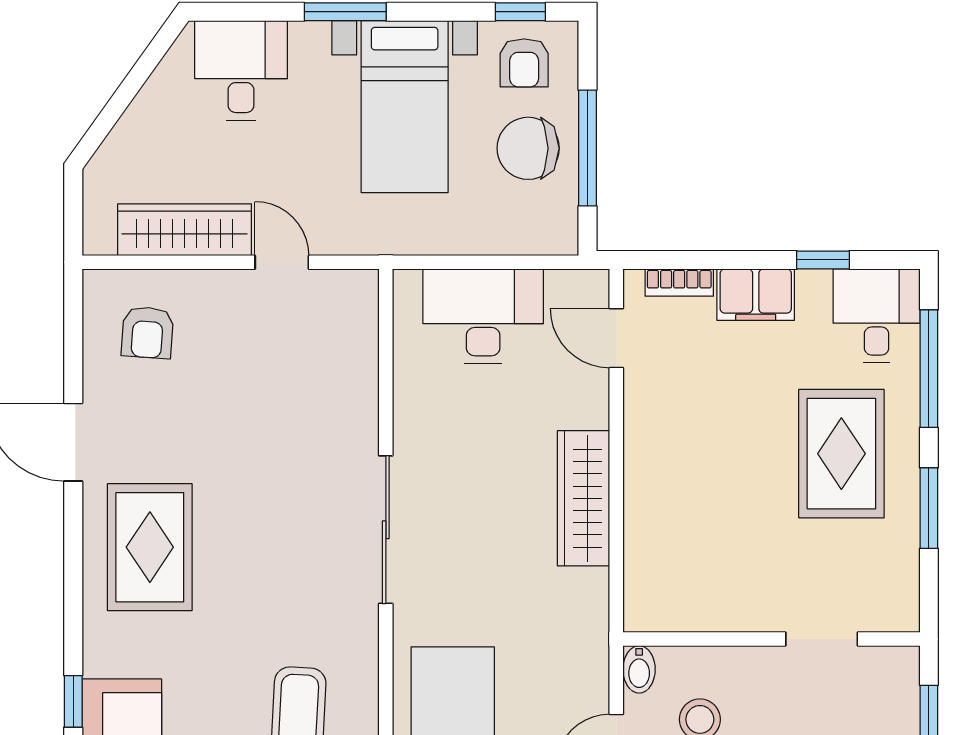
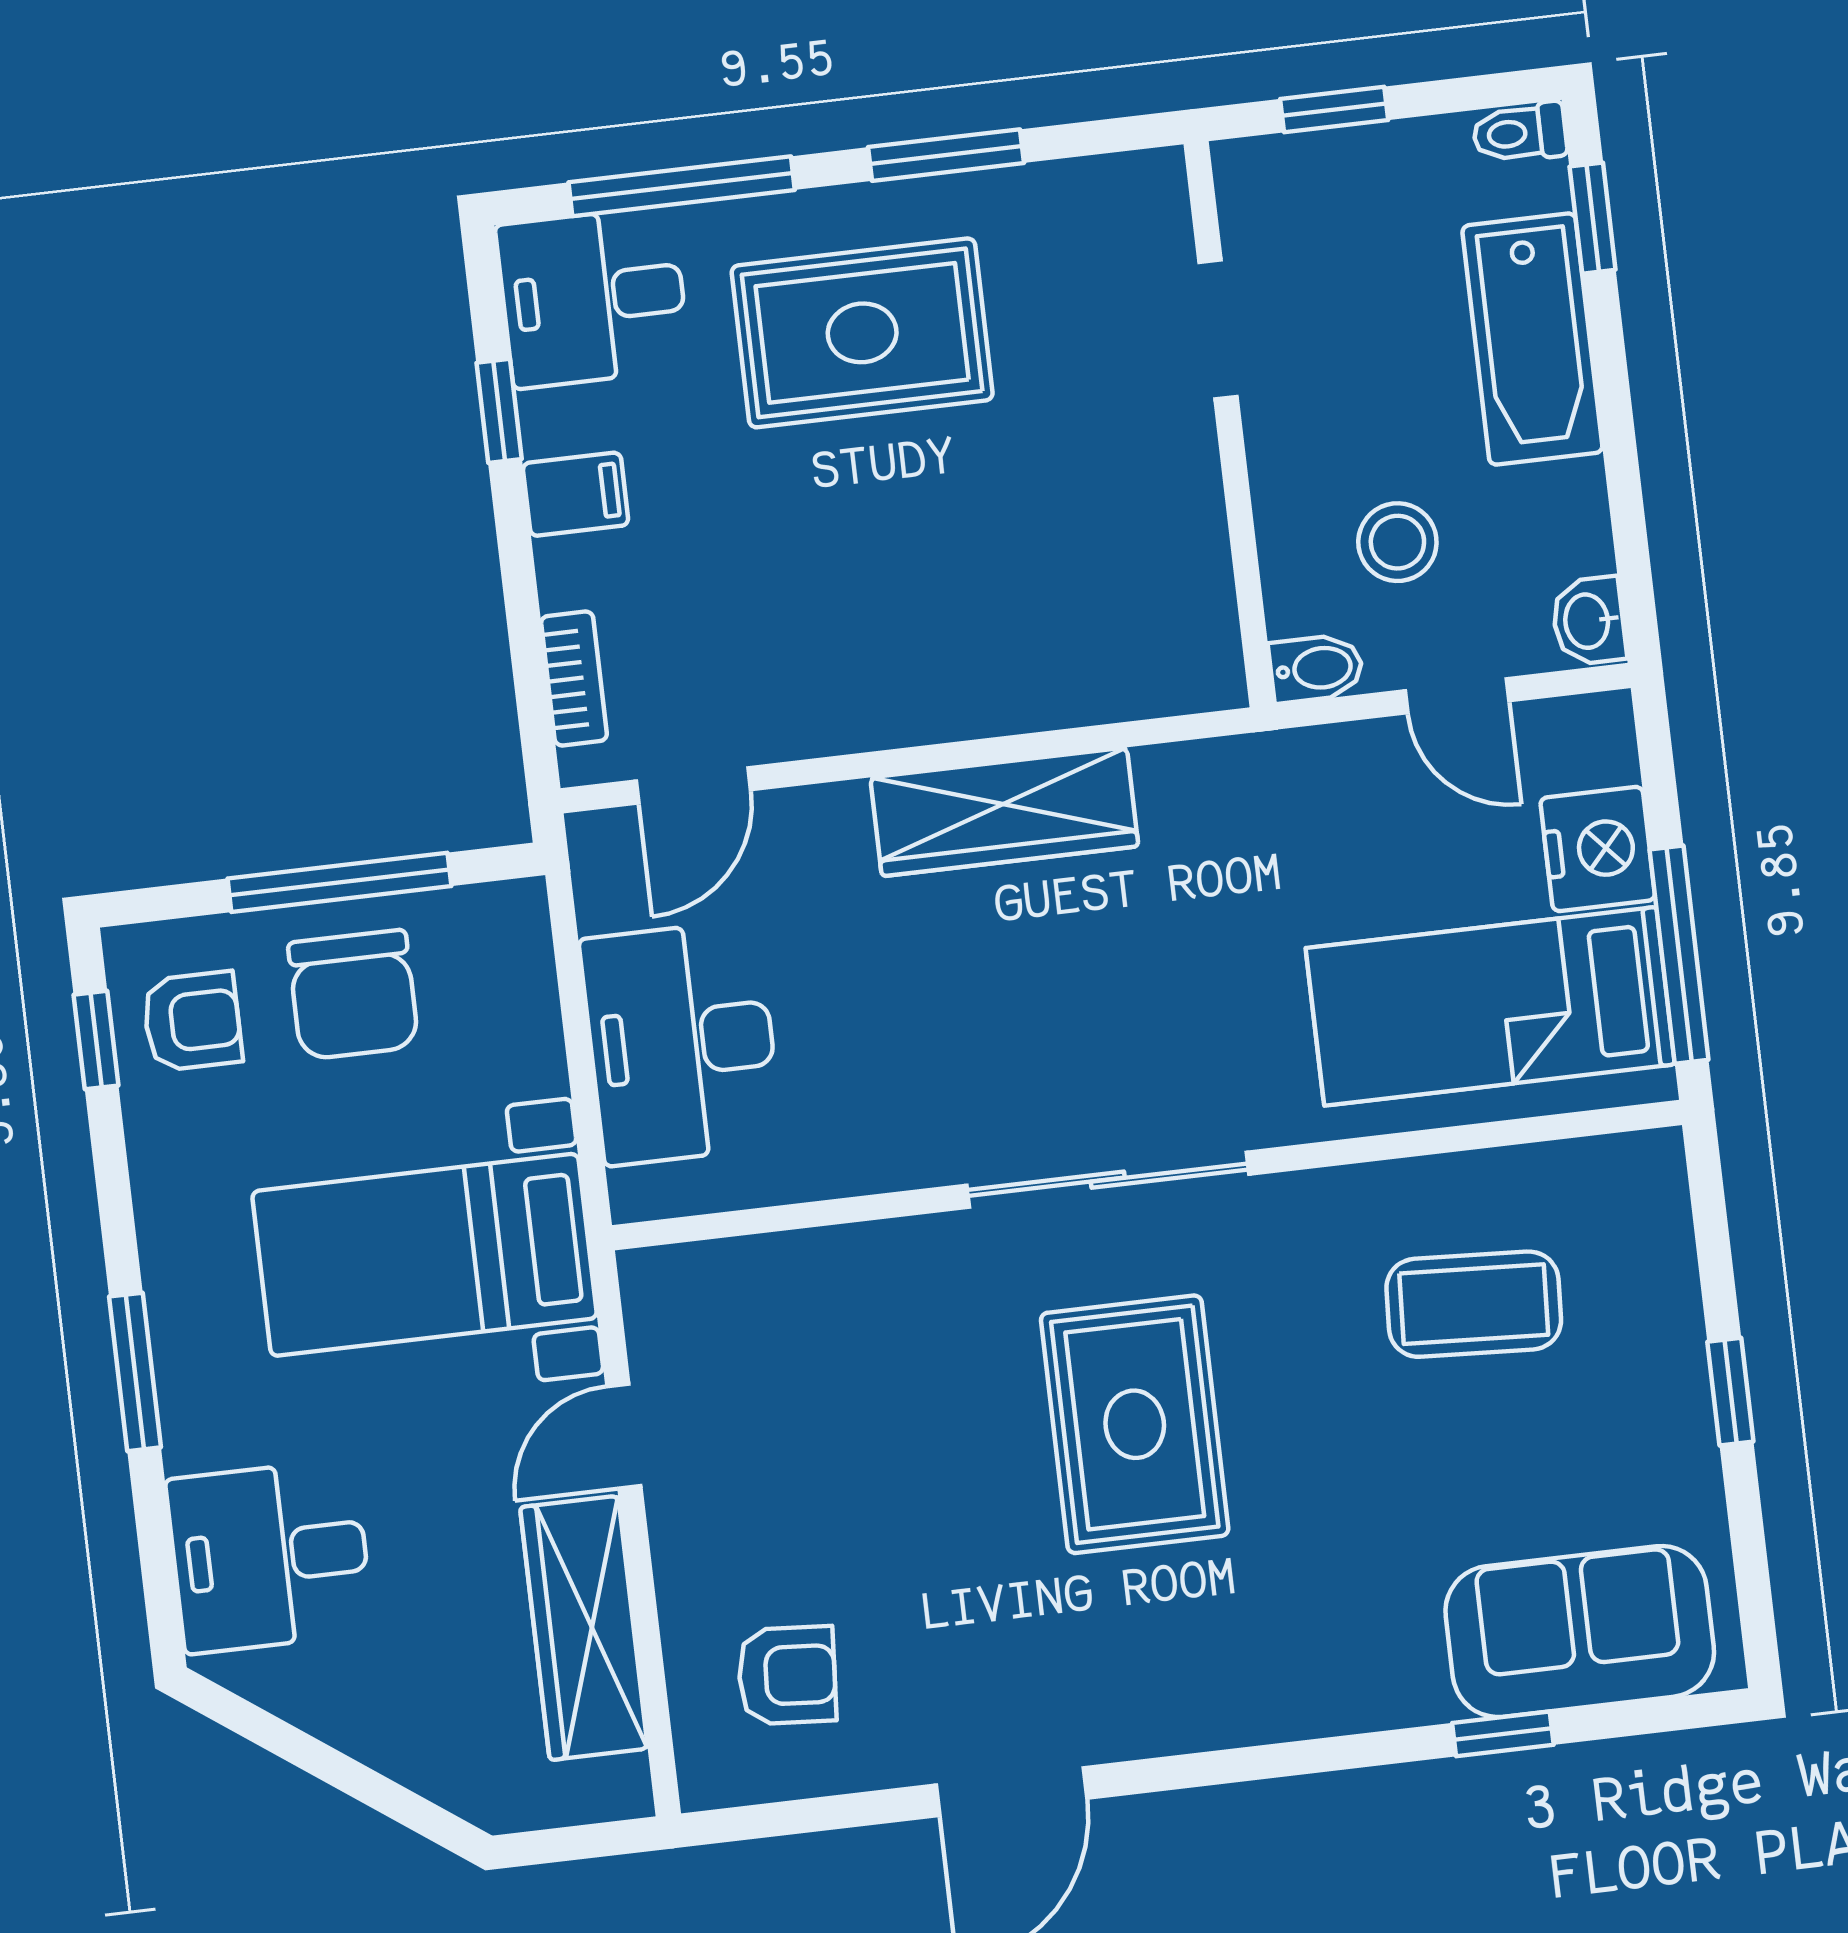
bed with nightstands: (405, 107) -> (425, 1255), moved, turned 180
filing cabinet: (756, 295) -> (576, 494), width x0.50
rug: (150, 547) -> (1135, 1424), moved, turned 90

